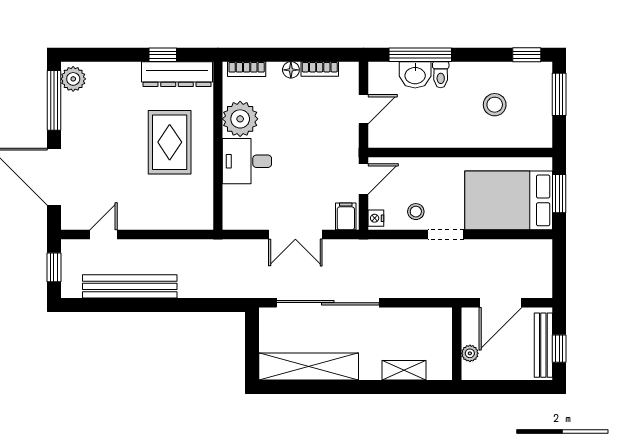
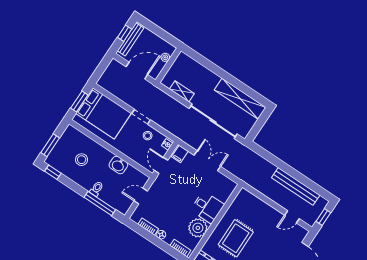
washbasin: (415, 75) -> (118, 165), moved, turned 180
door: (363, 179) -> (161, 165), hinge flipped
shelving: (404, 370) -> (182, 91), moved

